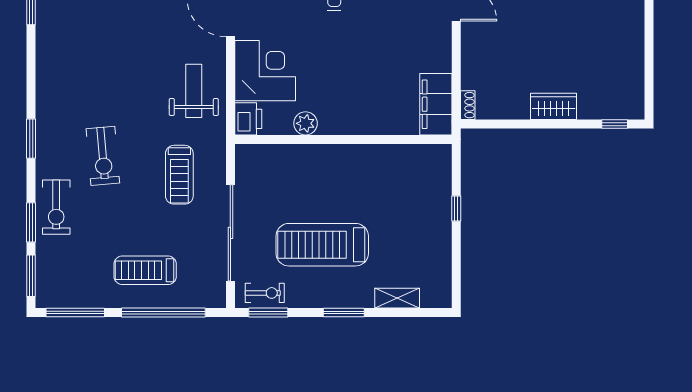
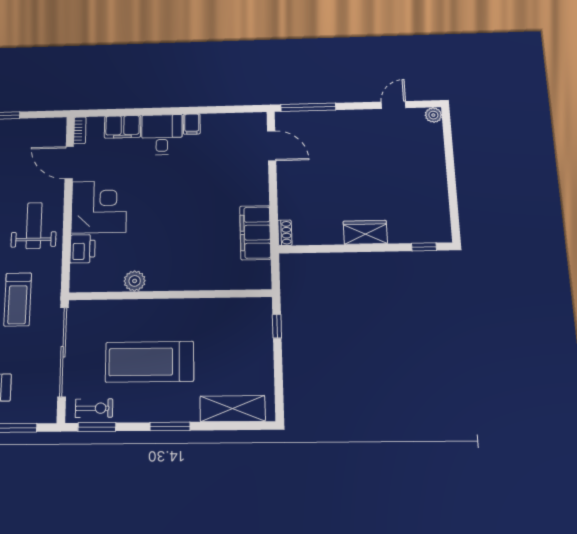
plant: (306, 123) -> (135, 281), moved
wall: (343, 139) -> (170, 295), moved
shelving: (397, 298) -> (233, 409), width x1.50, depth x1.33

